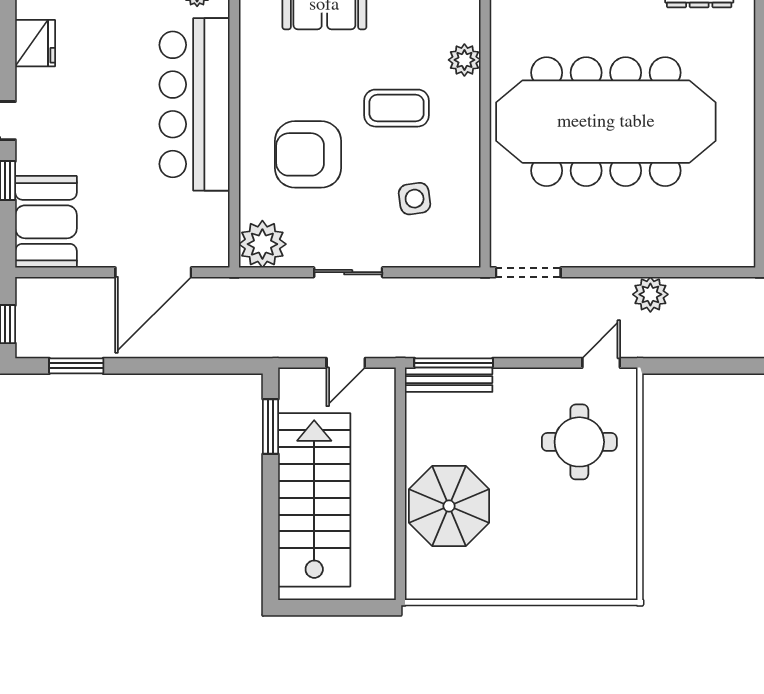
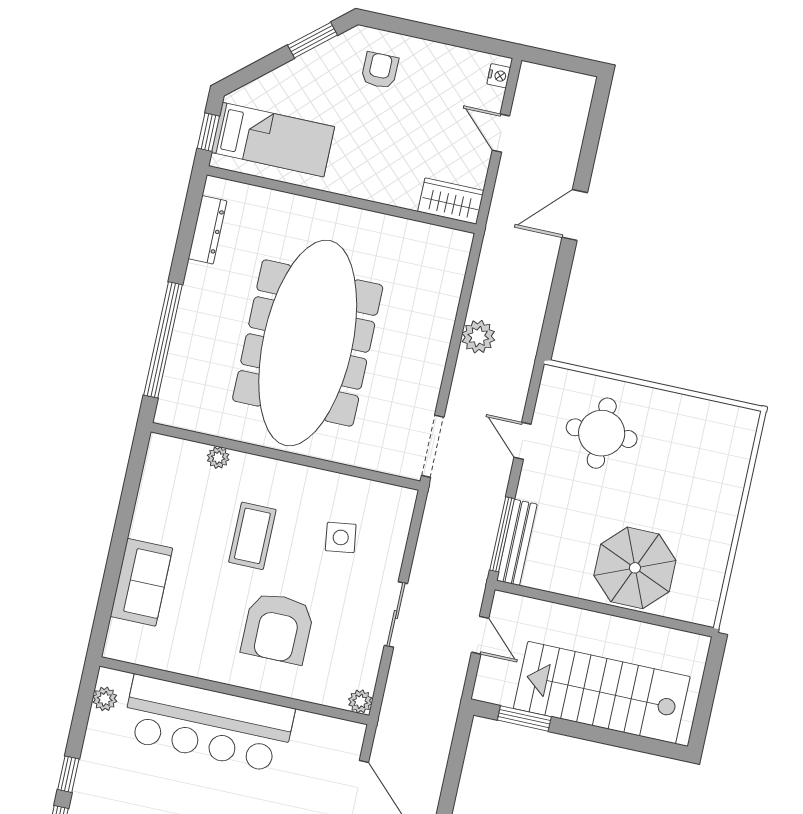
plant: (464, 60) -> (218, 458), width x0.73, depth x0.73
plant: (262, 244) -> (360, 701), width x0.53, depth x0.53
door: (601, 363) -> (523, 441), moved

